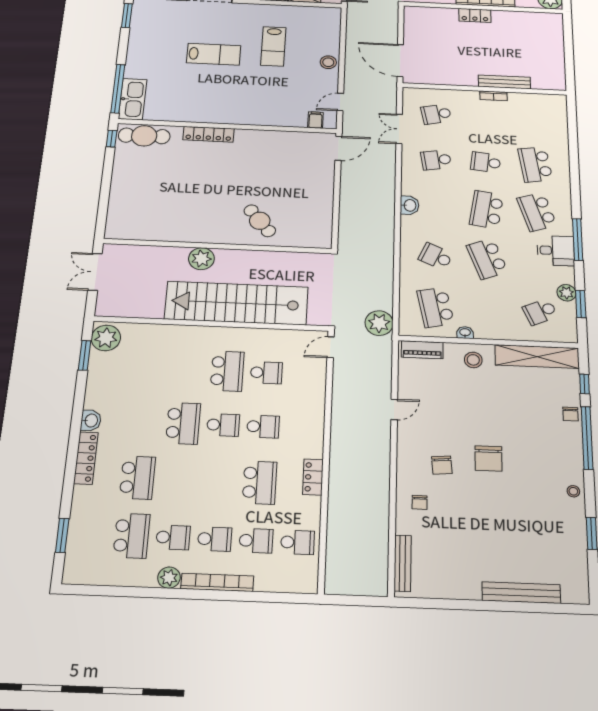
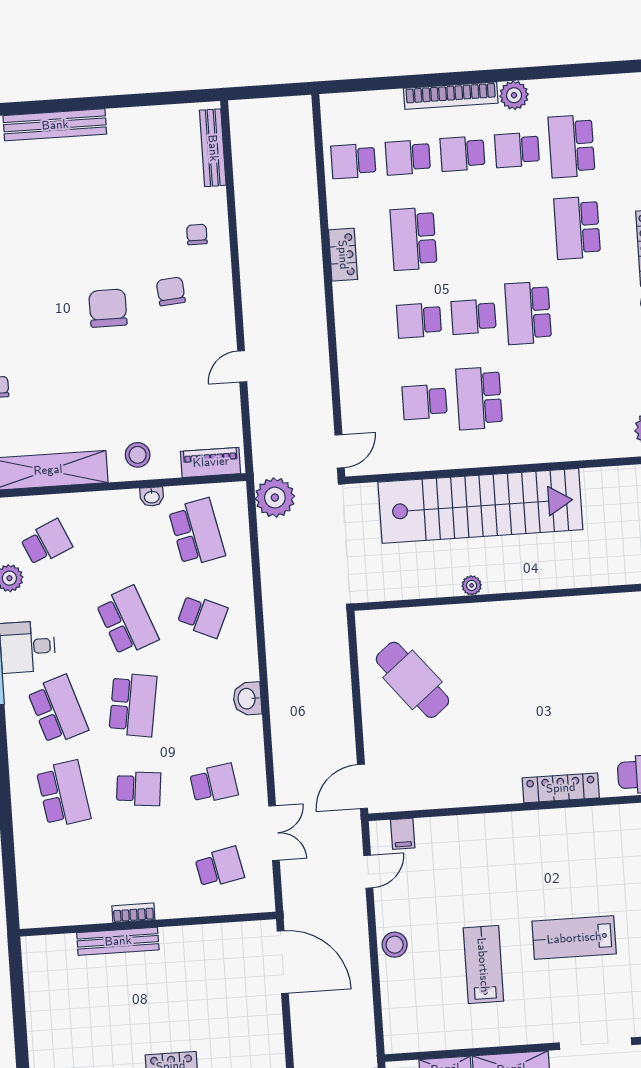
cafe table: (260, 221) -> (412, 680), moved, width x1.37, depth x1.35
plant: (201, 259) -> (472, 585), moved, width x0.53, depth x0.53

